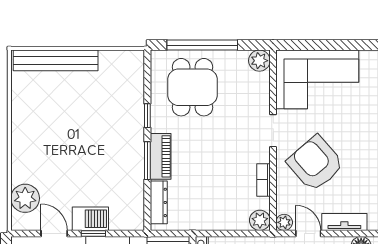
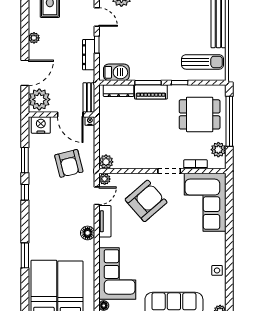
plant: (259, 61) -> (218, 150), moved
sun lounger: (118, 83) -> (203, 62), added
bookcase: (263, 180) -> (195, 164), moved
barbecue: (90, 219) -> (116, 72), moved, turned -90
door: (54, 234) -> (97, 17), hinge flipped

